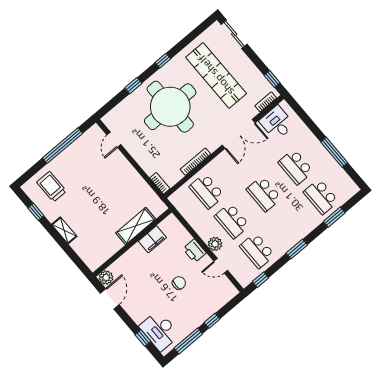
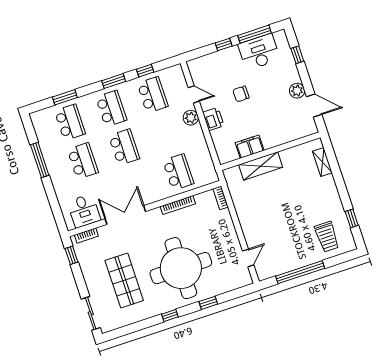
shop shelf: (216, 75) -> (124, 280), width x0.71
school desk: (232, 221) -> (111, 109), moved
shelving: (64, 230) -> (322, 162), moved
plant: (106, 278) -> (297, 91), moved
window: (260, 280) -> (145, 71), moved
door: (110, 299) -> (314, 106), swing flipped
desk: (160, 331) -> (259, 52), moved, turned -90

